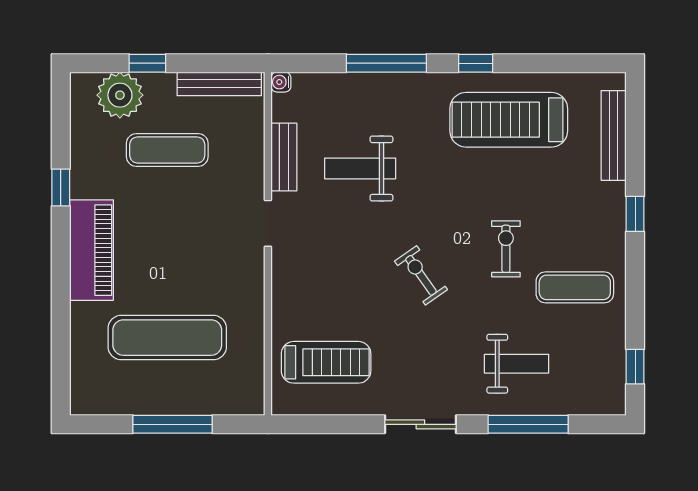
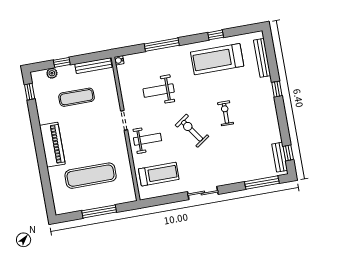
window: (476, 63) -> (216, 35), moved
plant: (120, 95) -> (52, 73), width x0.53, depth x0.53
bench: (284, 157) -> (280, 157), moved
window: (61, 187) -> (30, 92), moved
exercise bike: (421, 275) -> (192, 131), width x1.38, depth x1.39
exercise mat: (575, 287) -> (257, 124), removed
weight bench: (517, 364) -> (148, 139), moved
window: (528, 424) -> (262, 183), moved

